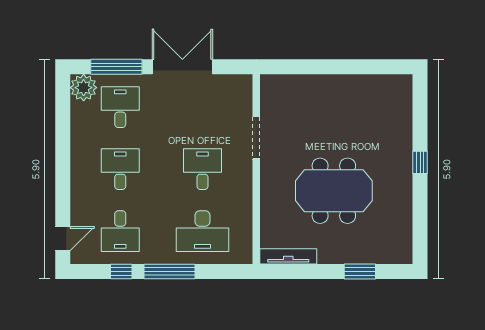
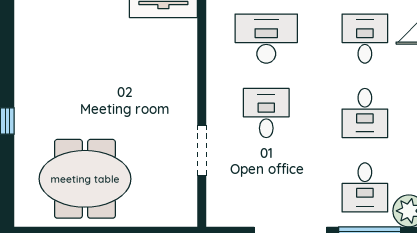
desk: (202, 169) -> (266, 113), turned 180
meeting table: (334, 191) -> (85, 179), moved

